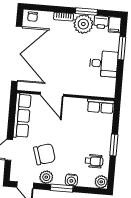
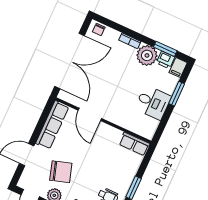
window: (86, 12) -> (165, 49), moved

